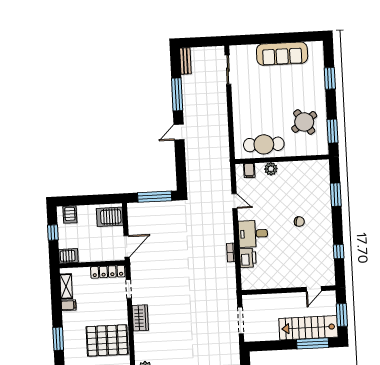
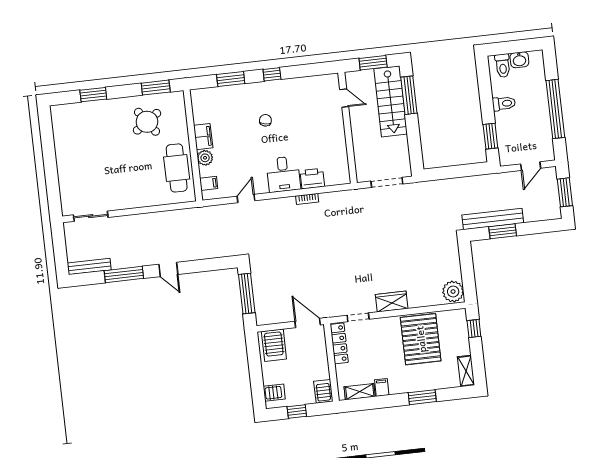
sofa: (282, 54) -> (68, 153), removed
bench: (185, 61) -> (89, 266), width x1.36
filing cabinet: (289, 168) -> (203, 137), added
window: (339, 252) -> (272, 74), moved

